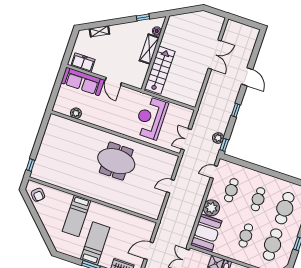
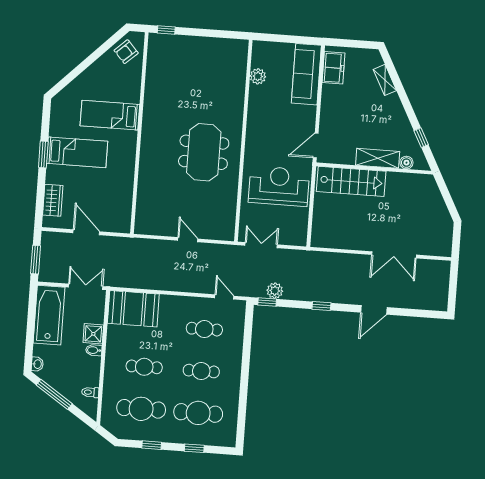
door: (113, 81) -> (316, 146), moved
plant: (211, 208) -> (172, 307), removed

